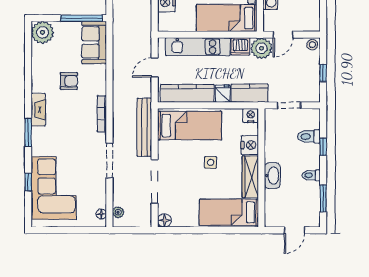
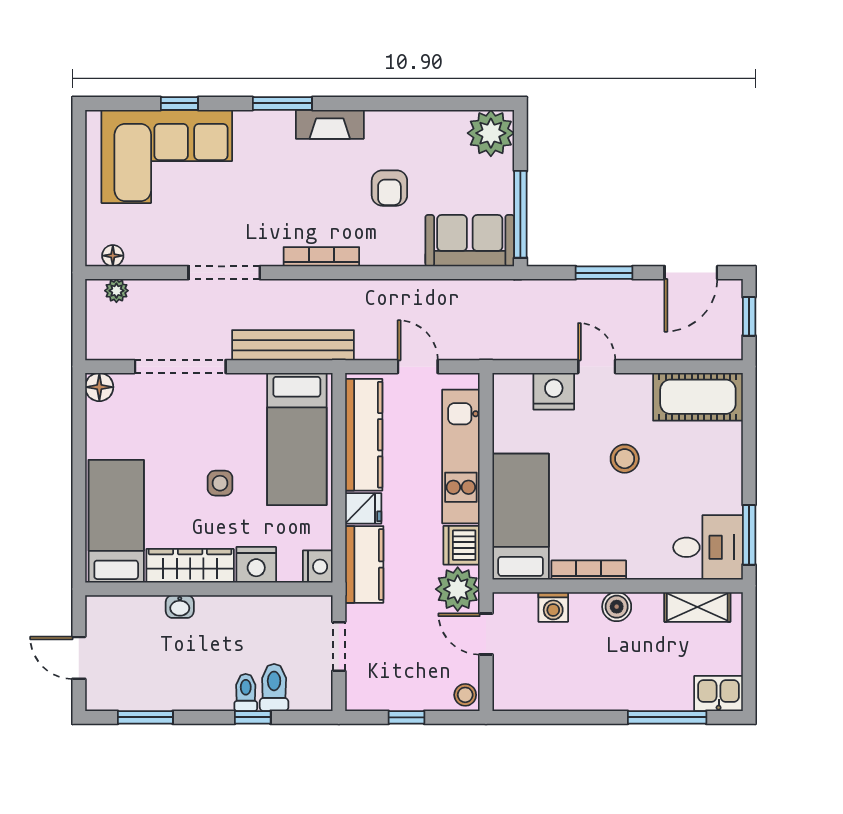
toilet: (311, 175) -> (246, 692), moved
washbasin: (272, 176) -> (180, 607), width x0.52, depth x0.69

